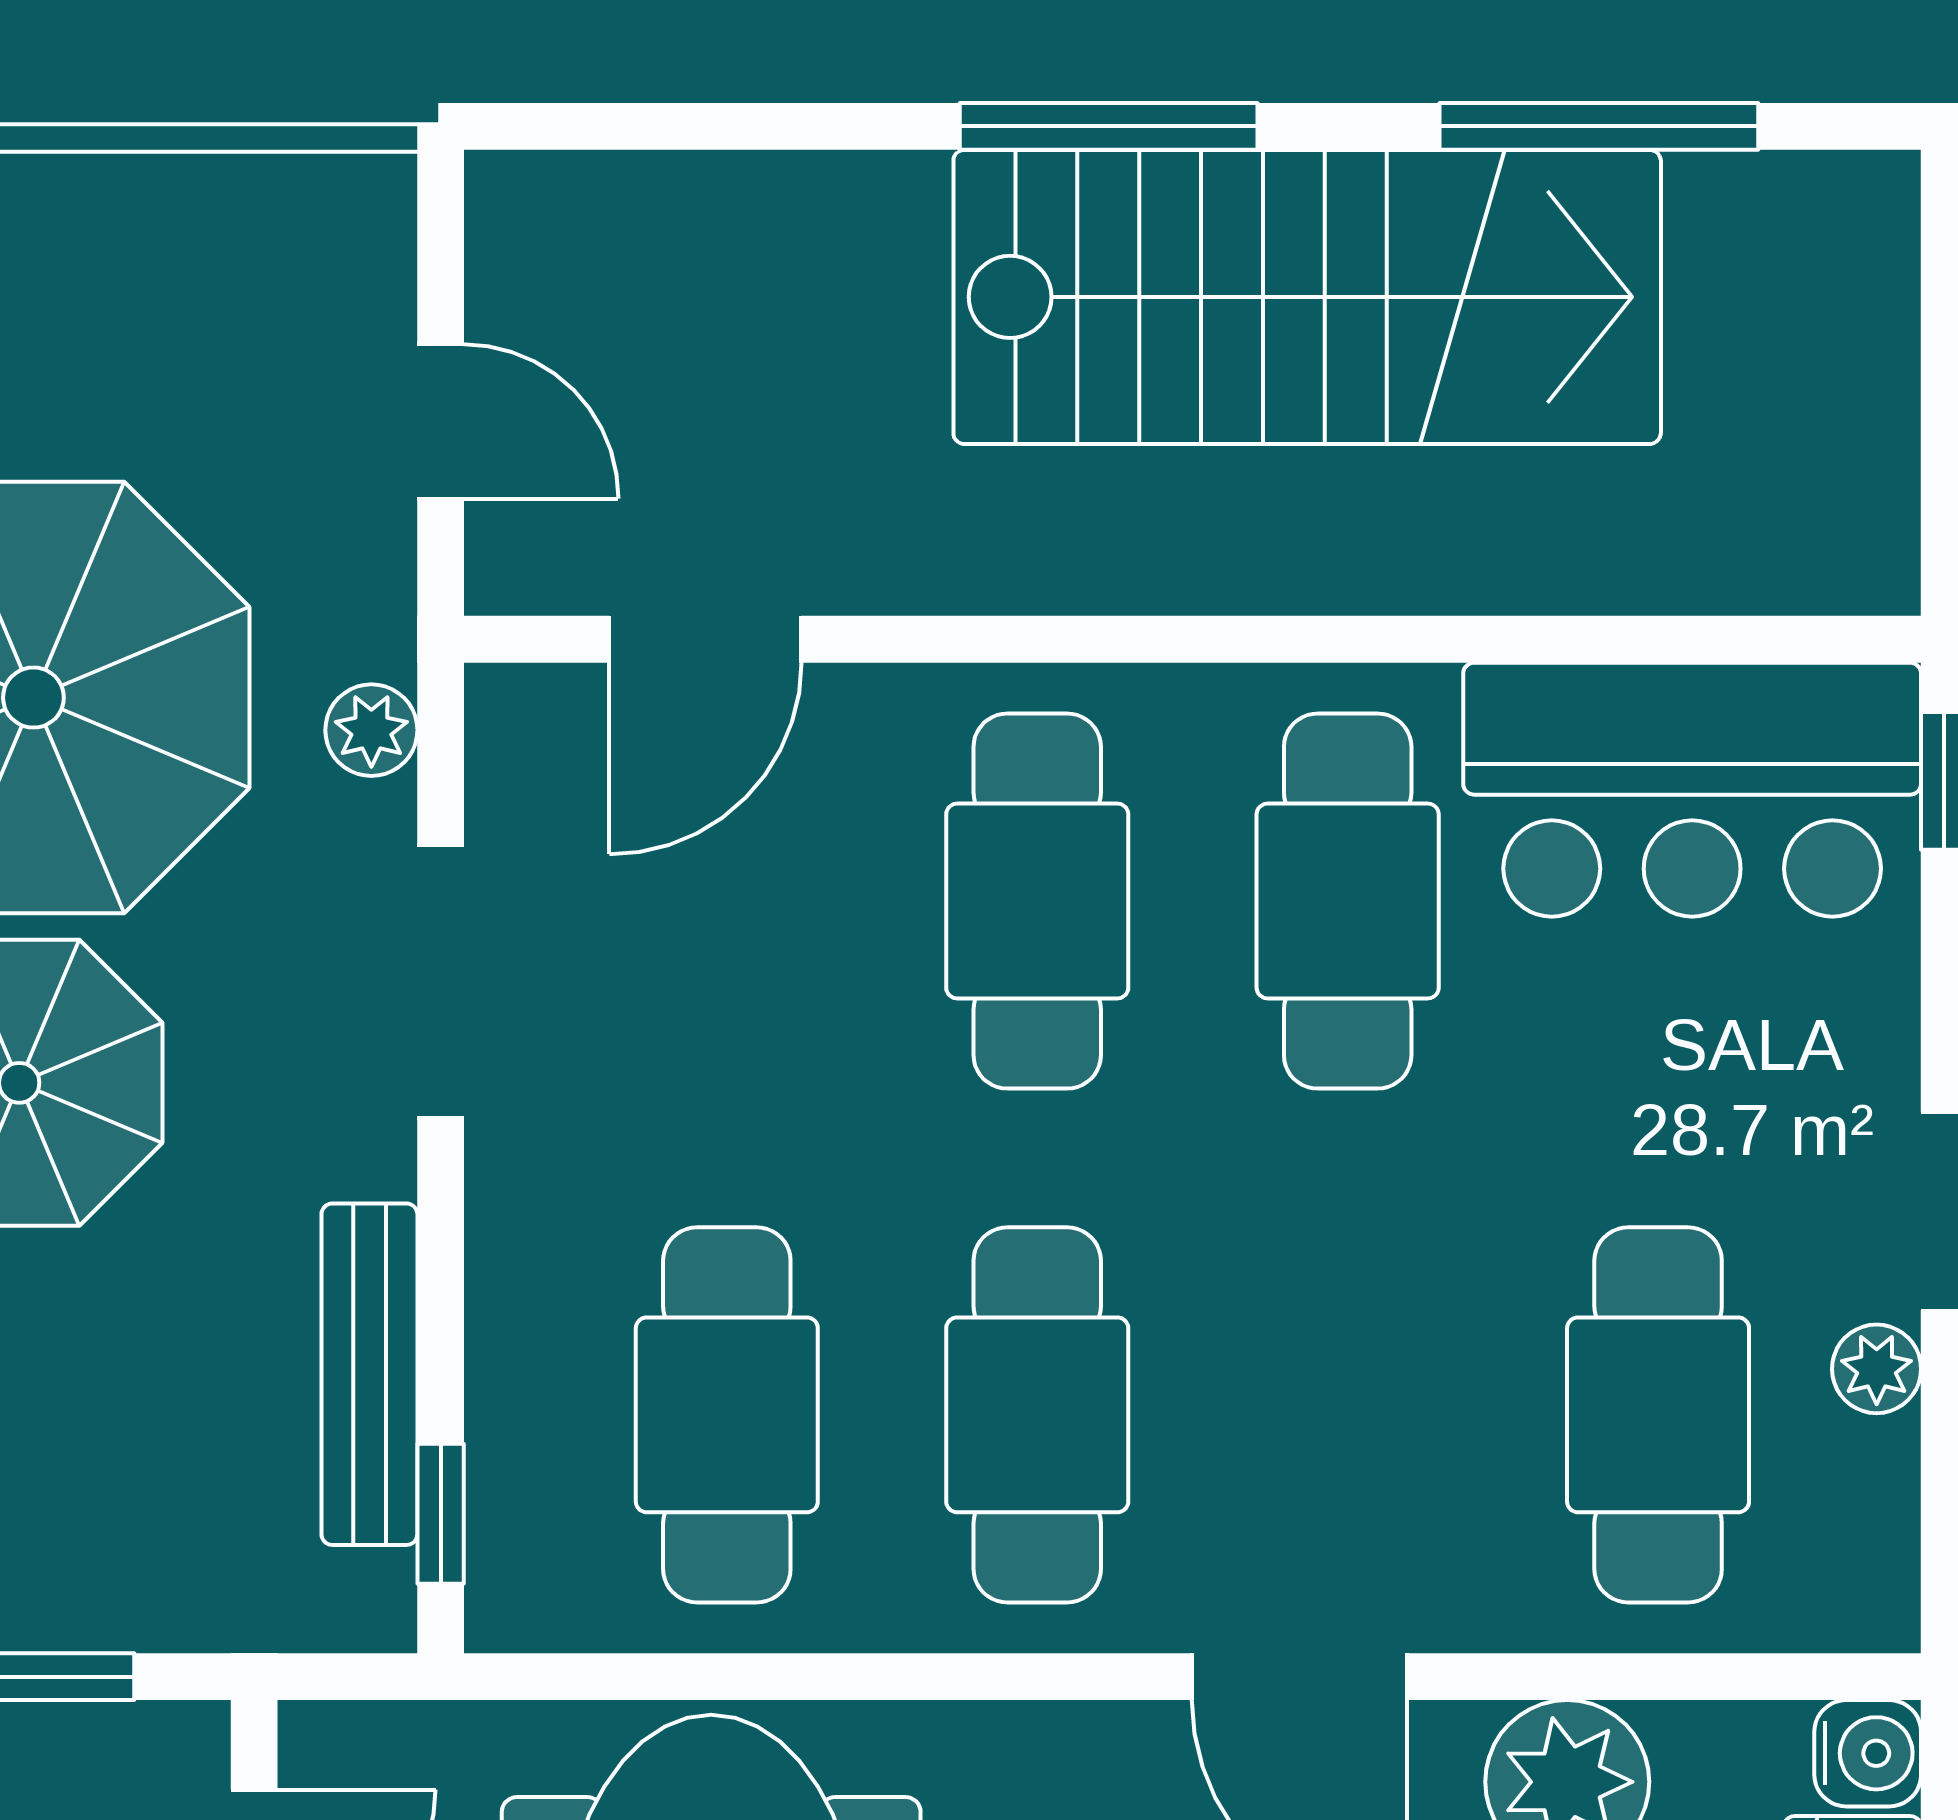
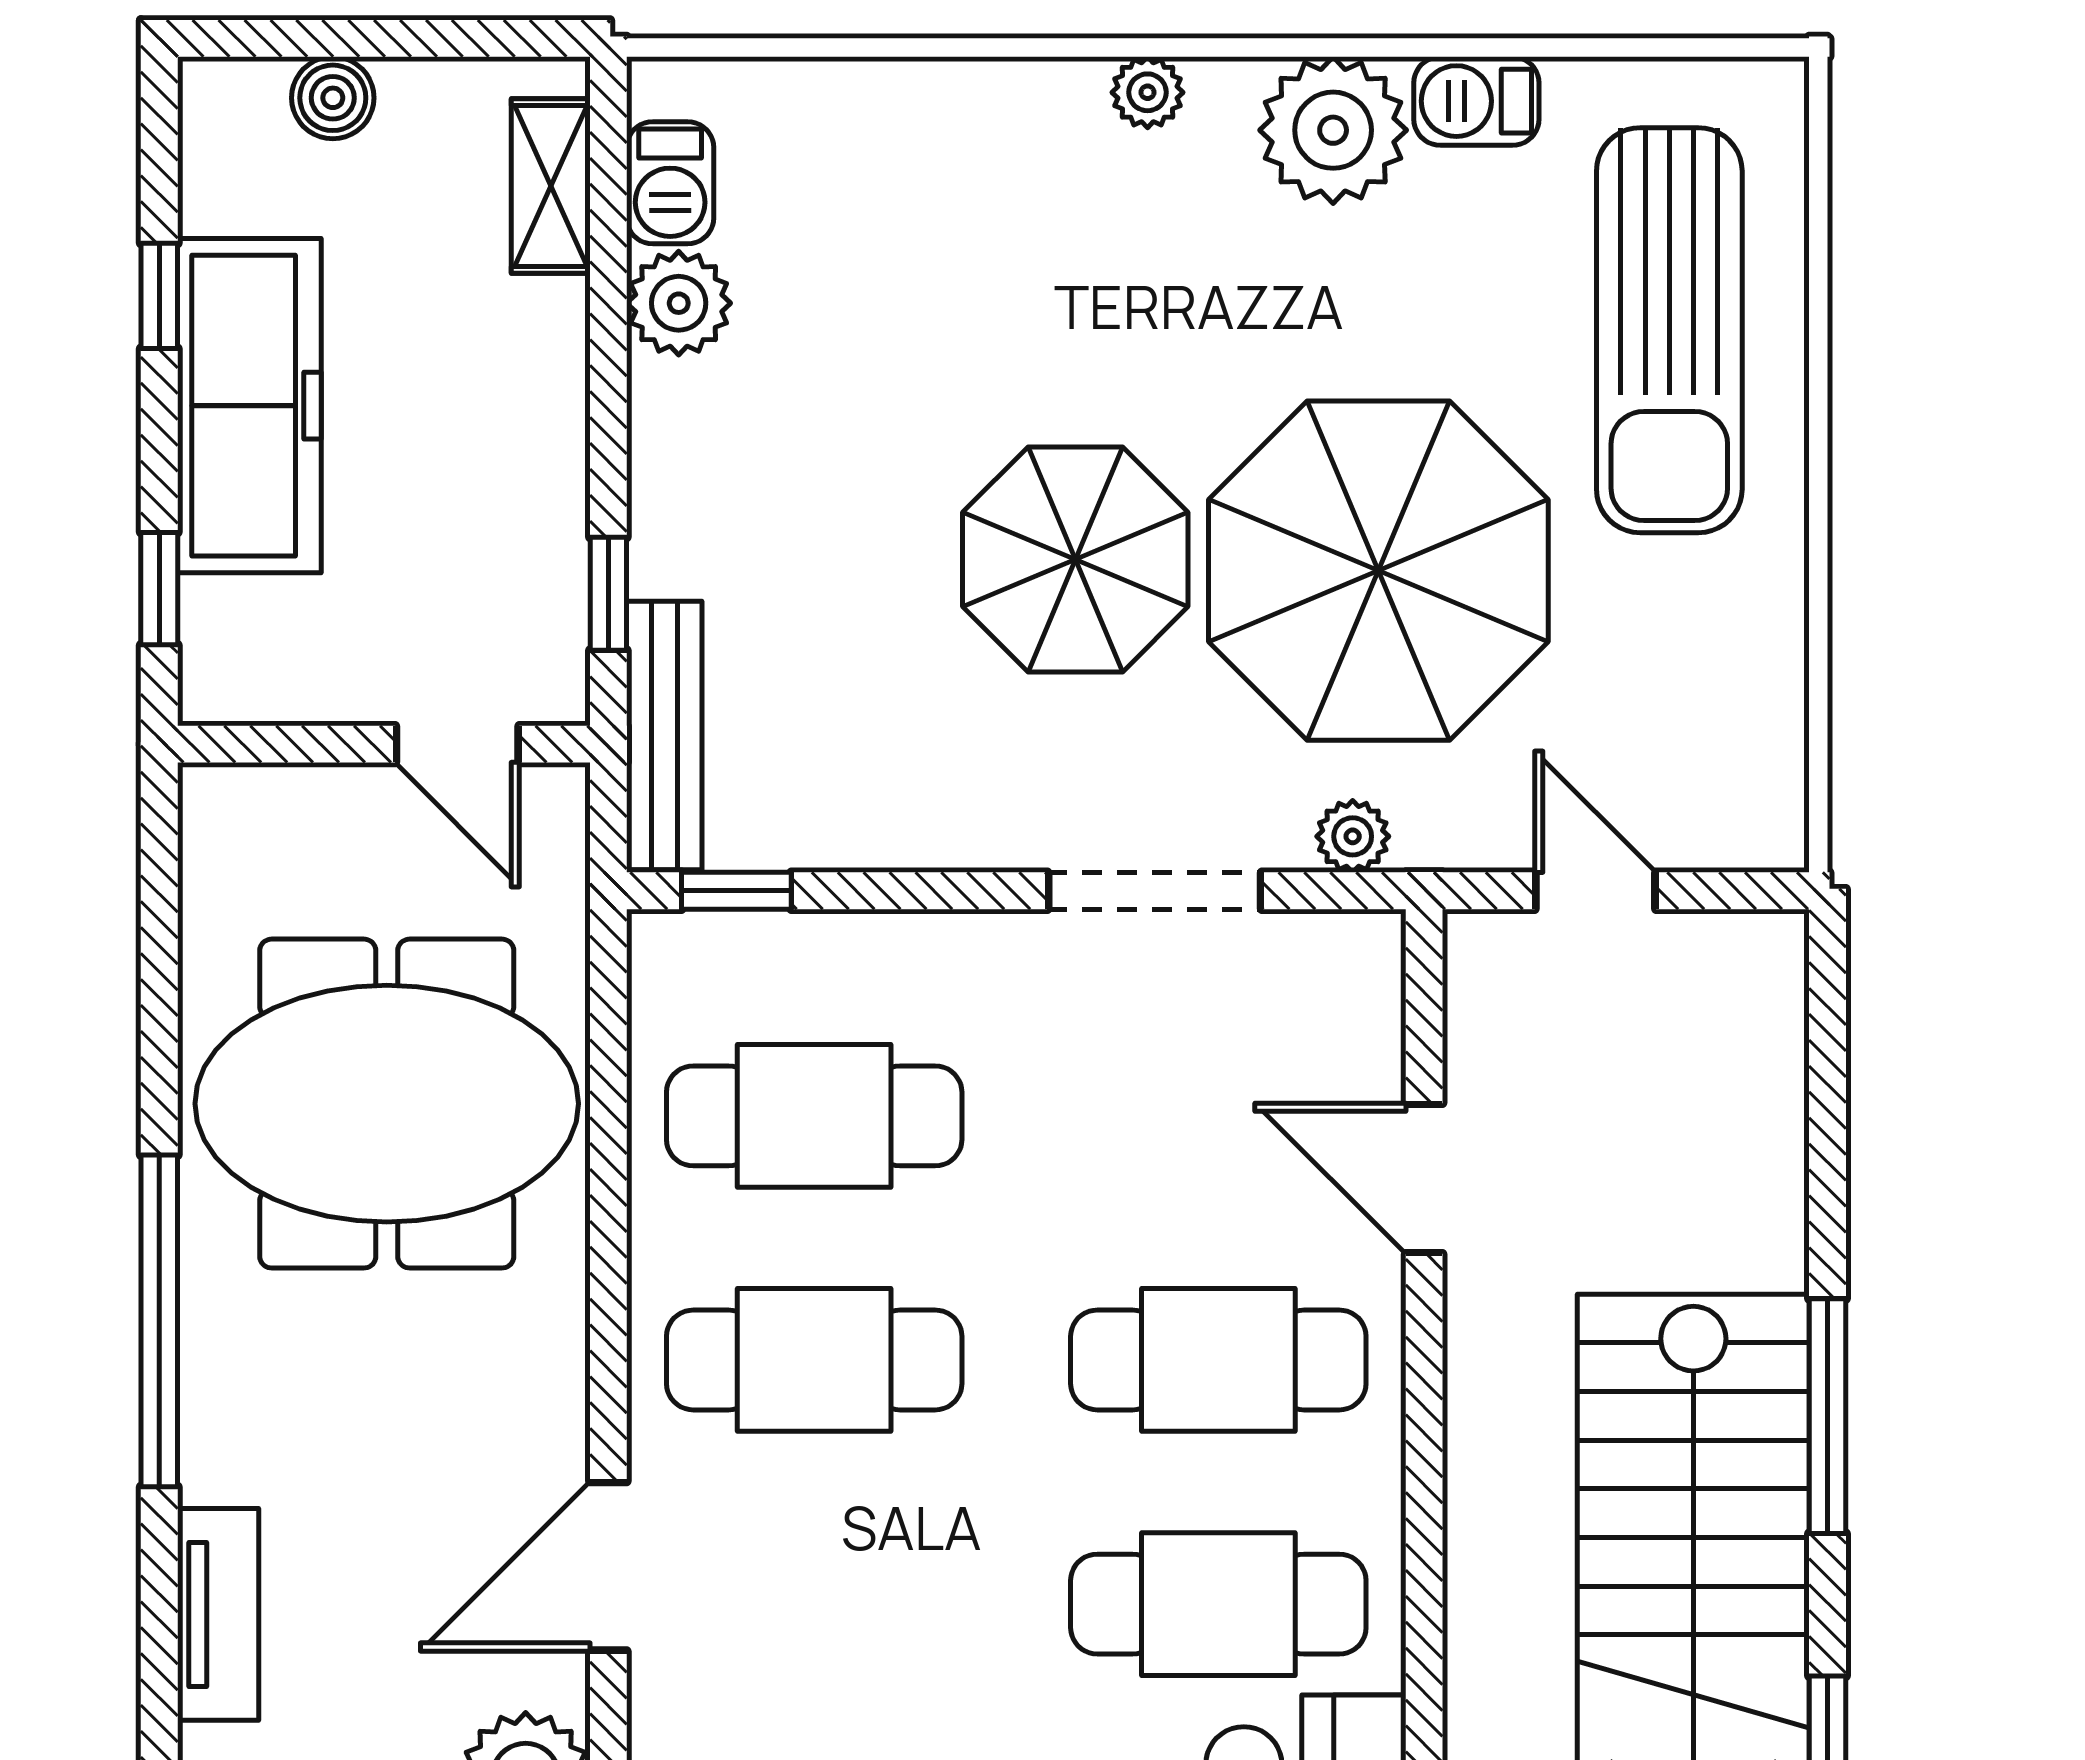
door: (441, 421) -> (1595, 891), swing flipped
door: (705, 639) -> (1424, 1179), moved
bench: (369, 1374) -> (664, 735), moved, turned 90

